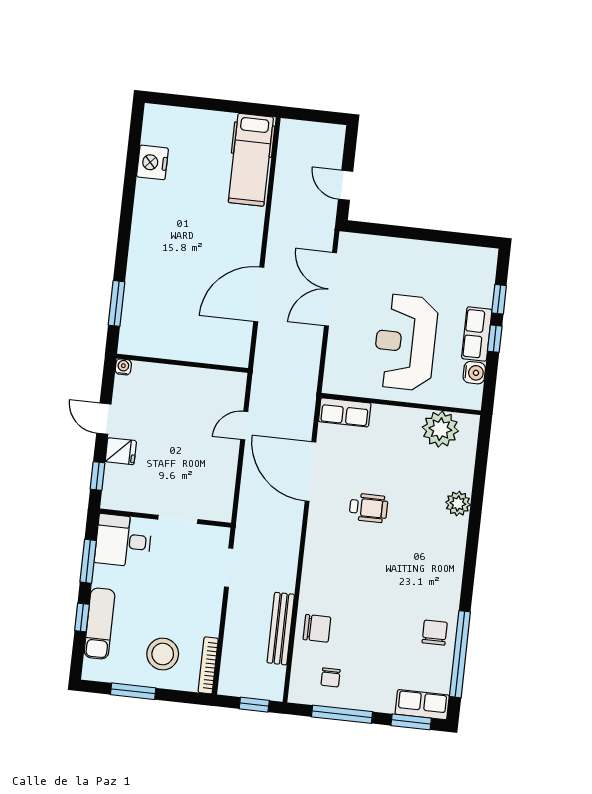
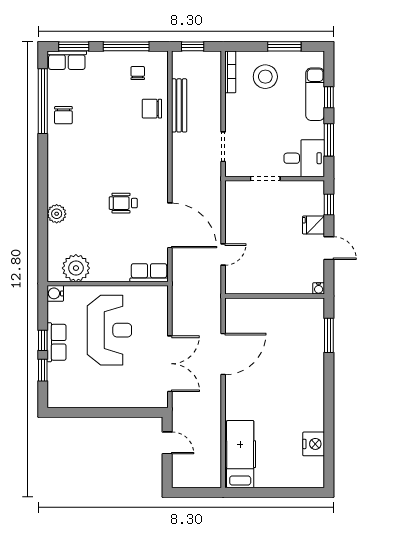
water cooler: (474, 373) -> (55, 293), moved

